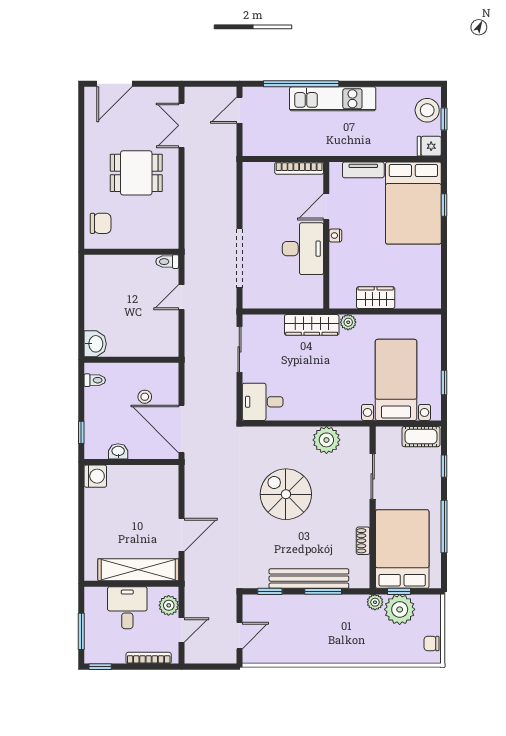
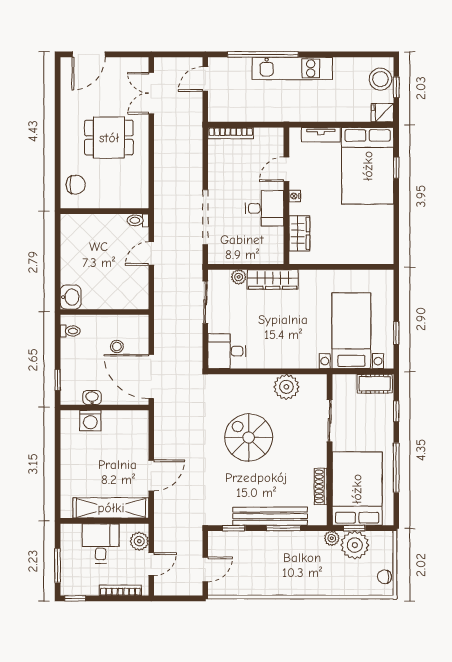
bookcase: (299, 168) -> (231, 133), moved
desk: (303, 249) -> (265, 208), width x0.73
wardrobe: (376, 298) -> (299, 233), moved, turned 90
plant: (348, 322) -> (239, 277), moved
washing machine: (95, 476) -> (90, 421), moved, turned 90
shoe rack: (363, 541) -> (321, 486), width x1.43

